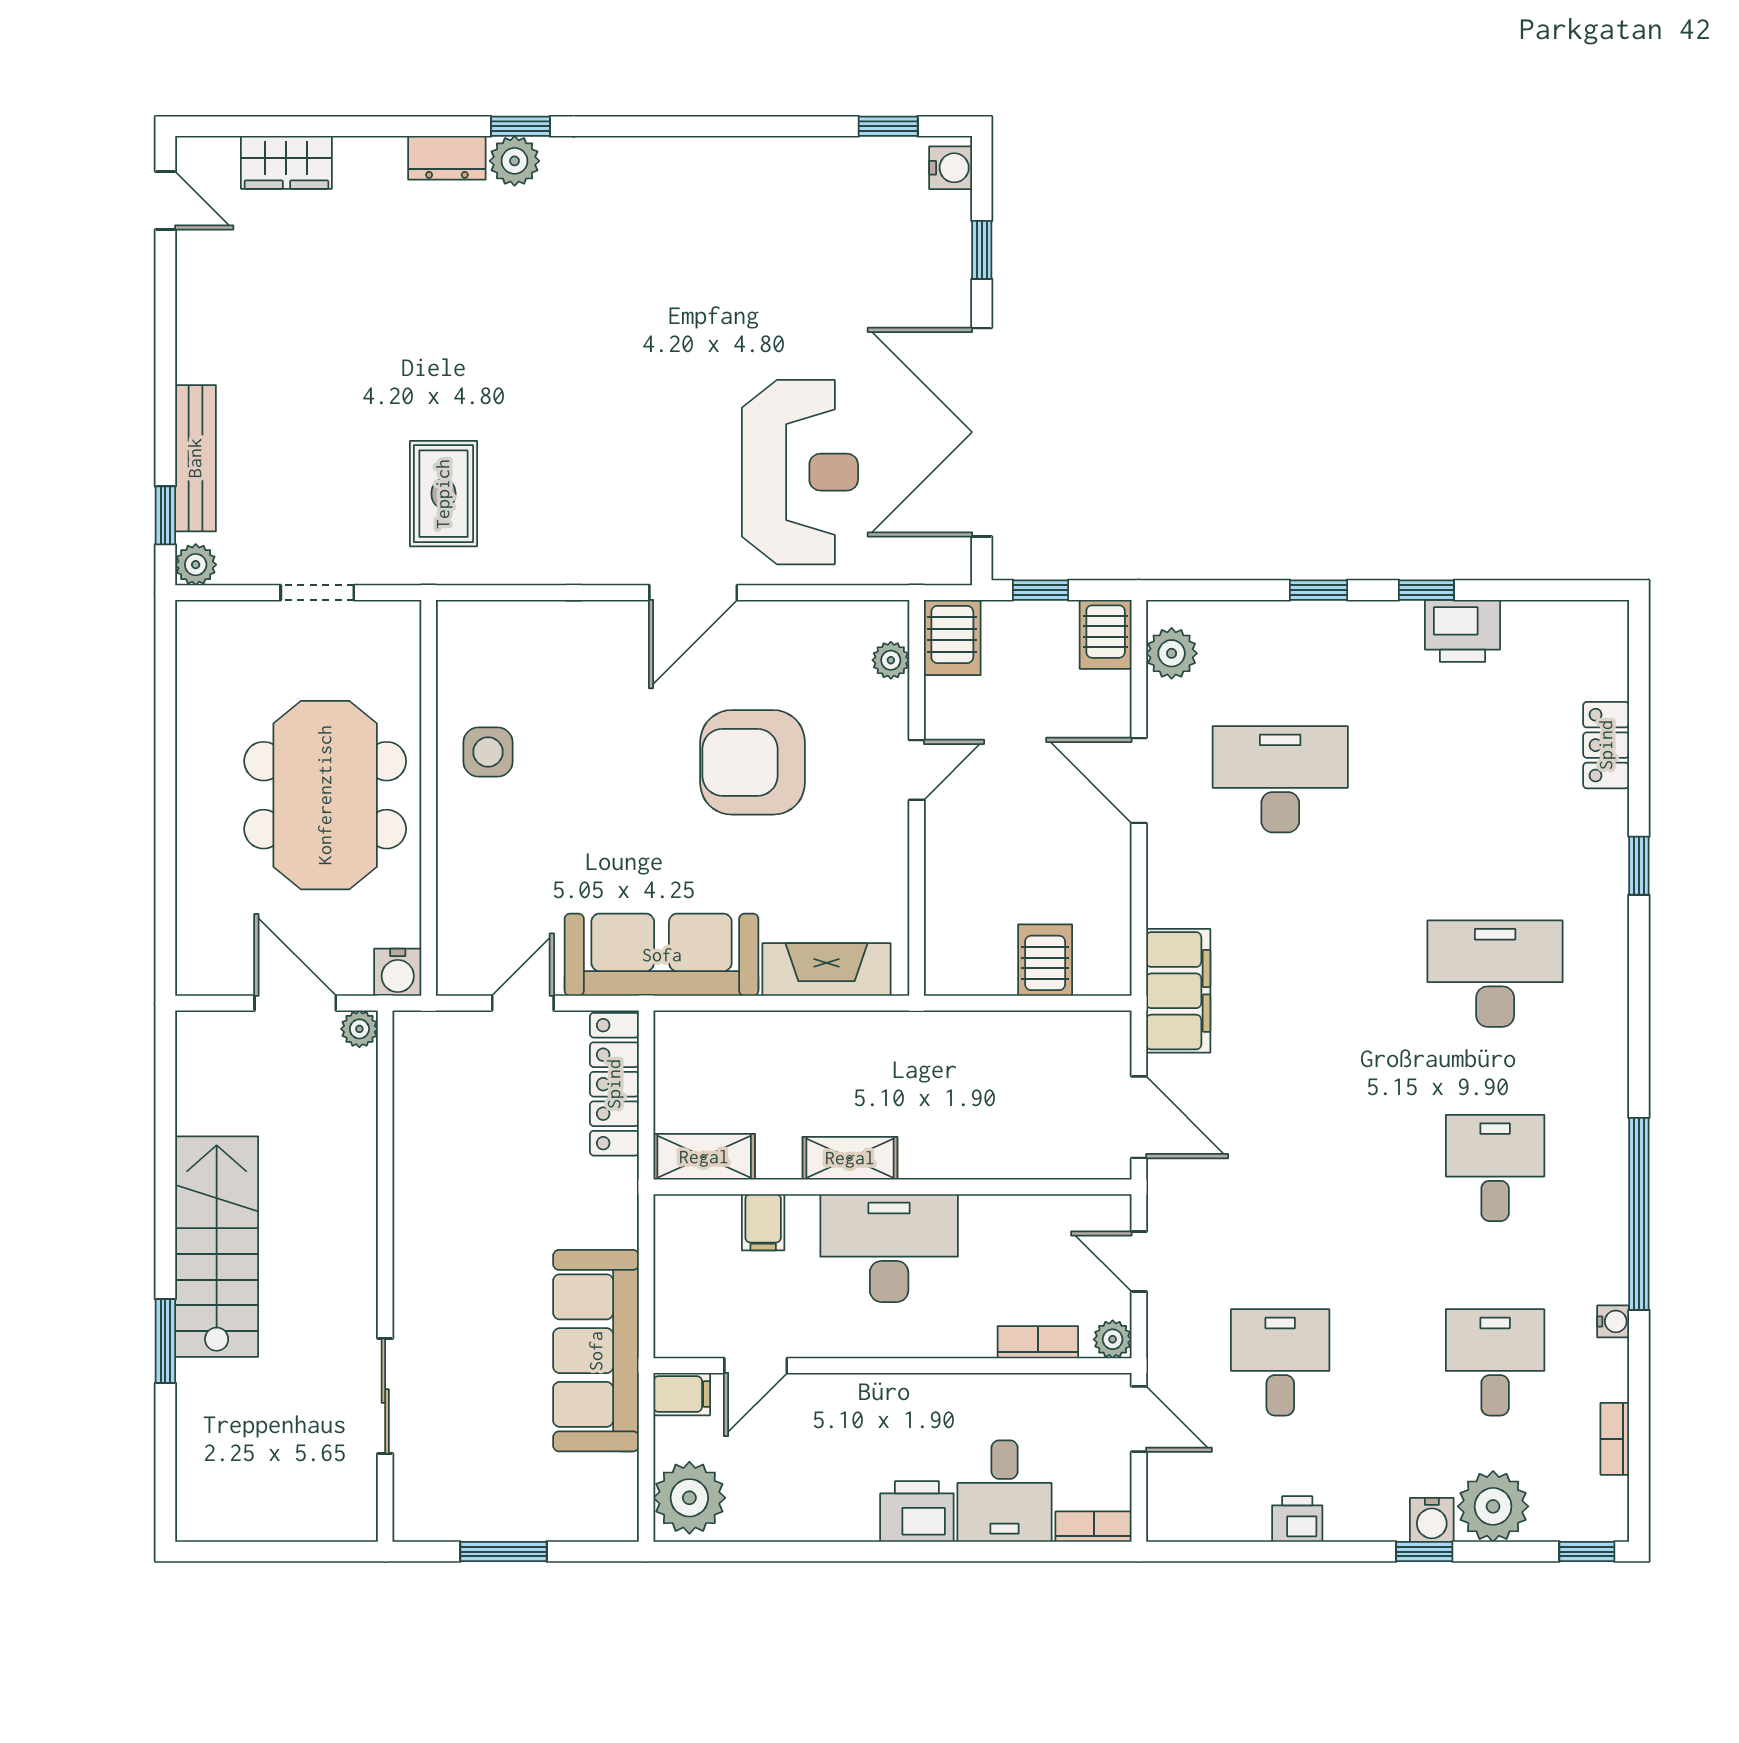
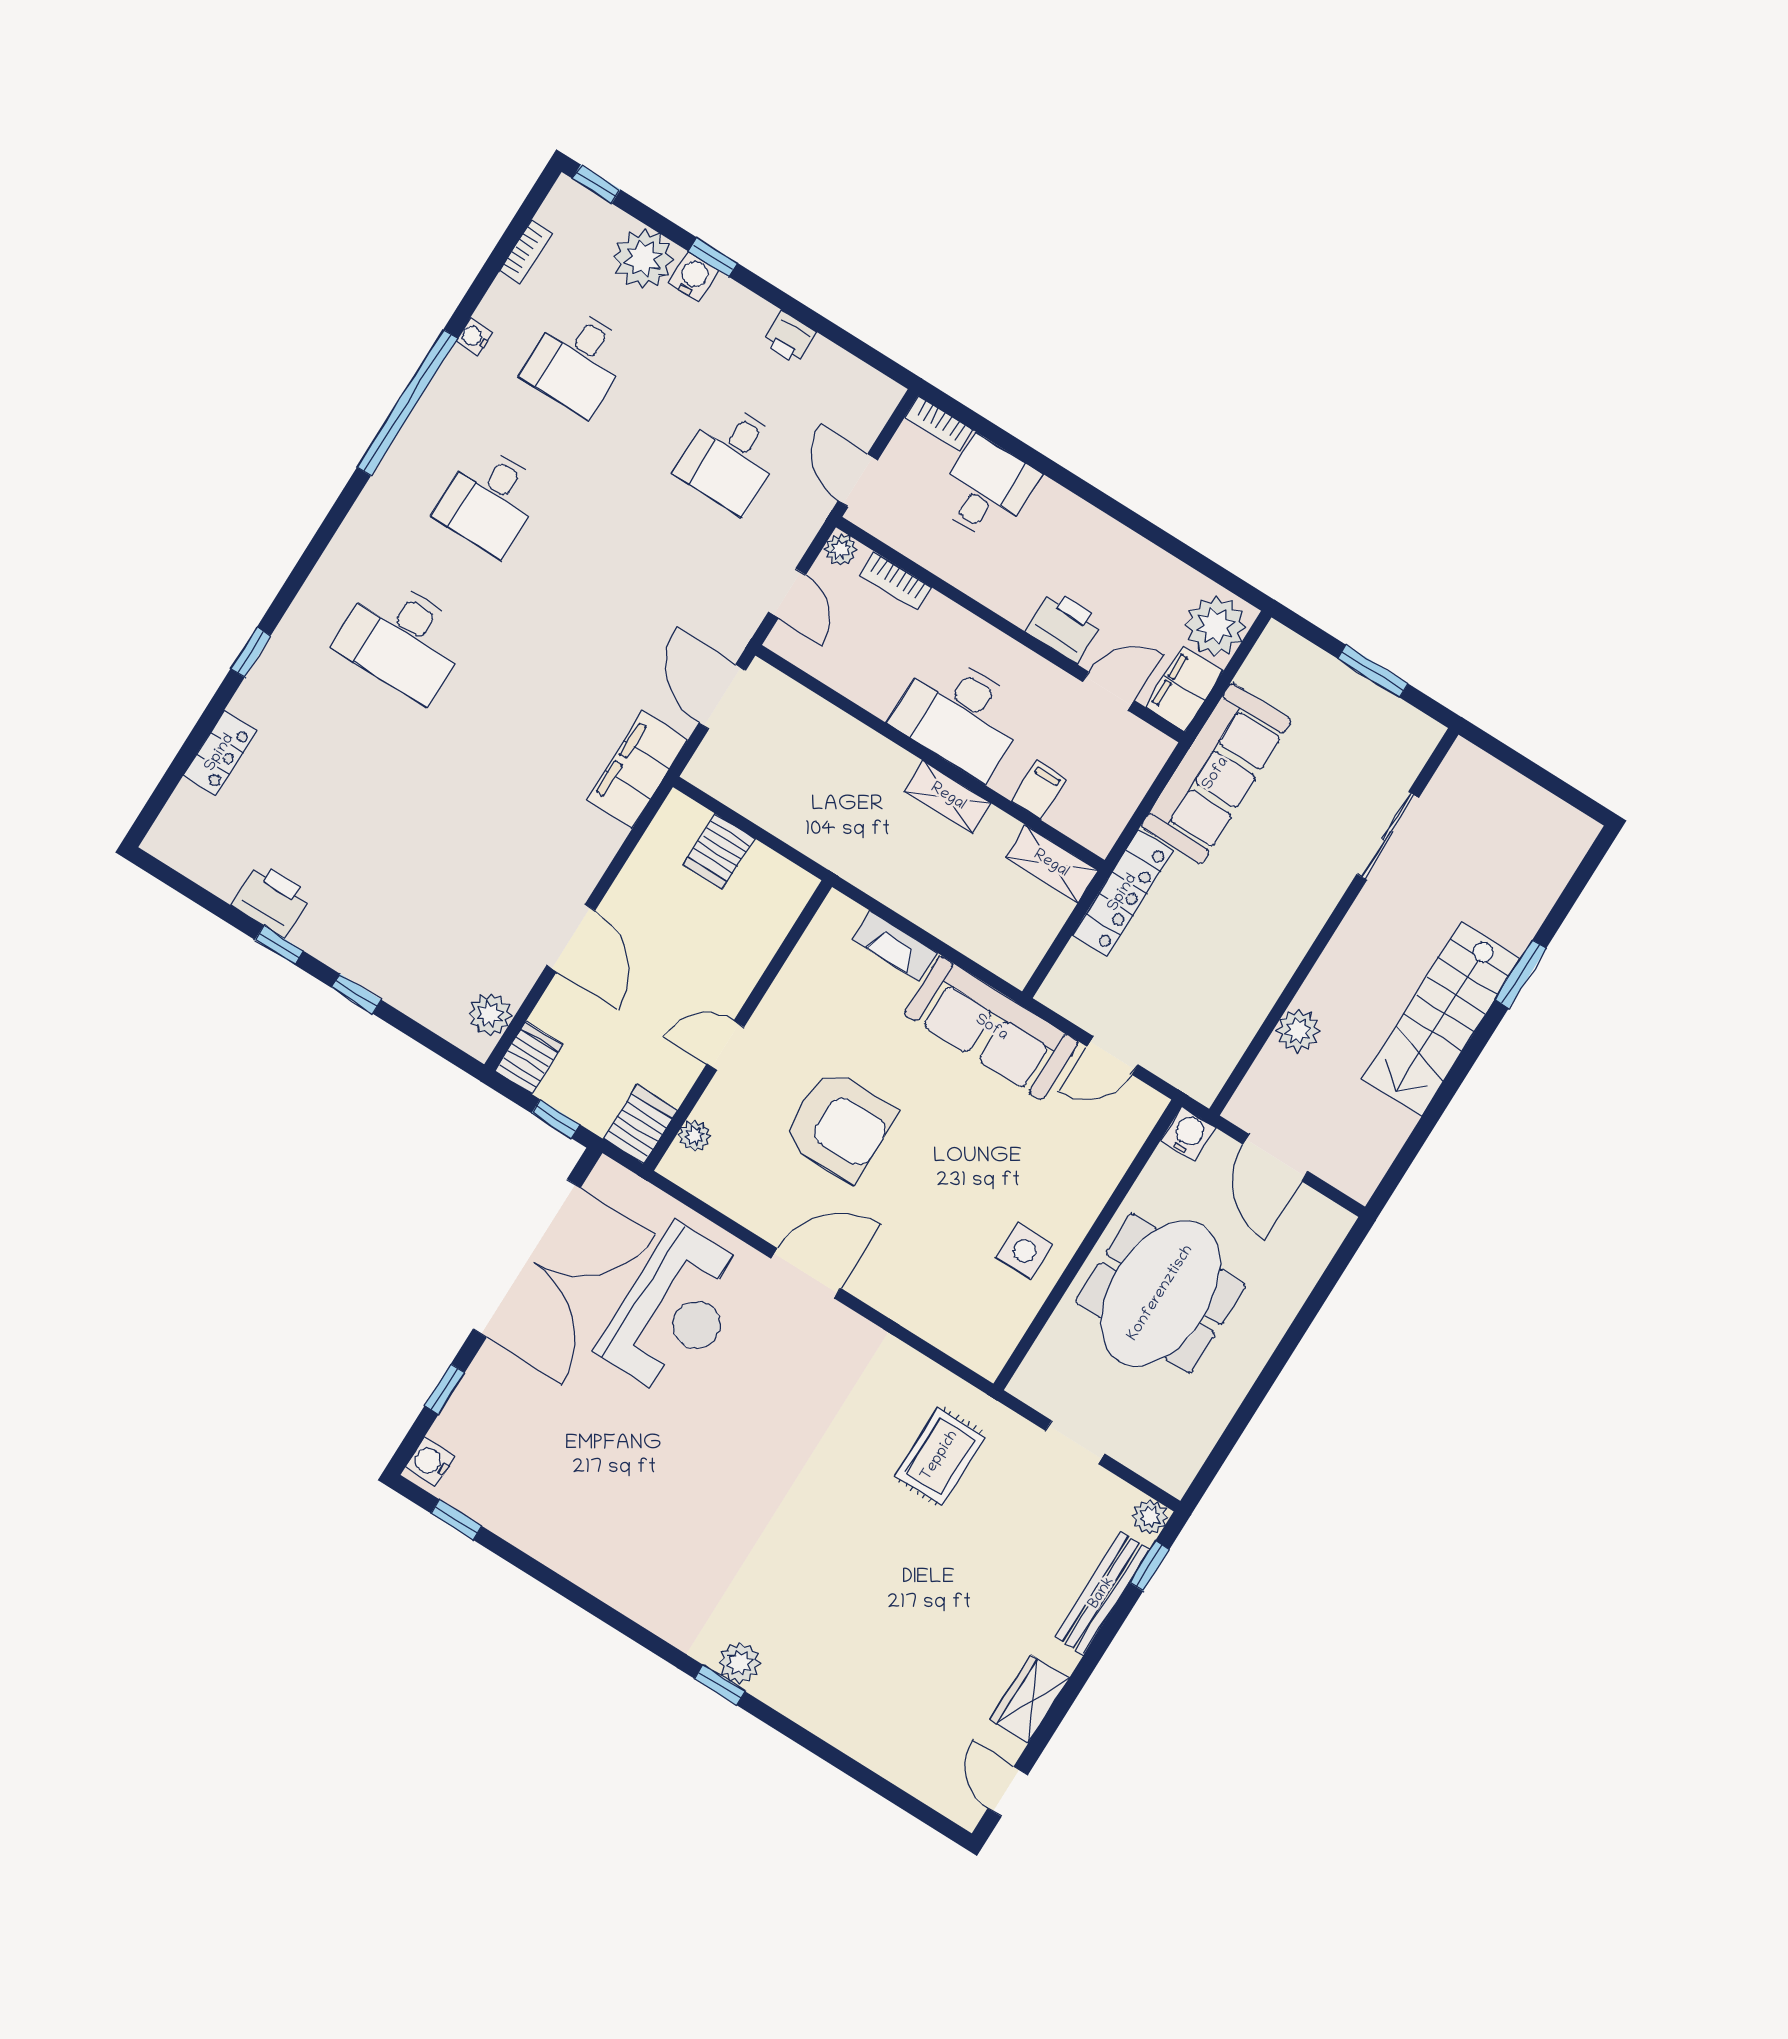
dresser: (447, 158) -> (787, 1696), removed
wardrobe: (286, 162) -> (1030, 1699), moved, turned -90
reception desk: (800, 472) -> (675, 1311), turned 180
desk: (1280, 779) -> (469, 875), removed
fireplace: (827, 970) -> (895, 946), width x0.73, depth x0.76
plant: (359, 1029) -> (1298, 1031), moved, width x1.38, depth x1.38
locker: (614, 1084) -> (1123, 893), moved
filing cabinet: (682, 1394) -> (1184, 689), width x2.00
printer: (917, 1512) -> (1064, 626), moved, turned 180

